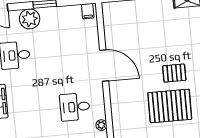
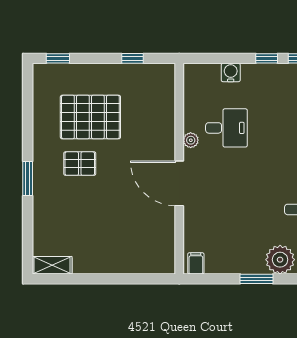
plant: (101, 125) -> (191, 140), moved

